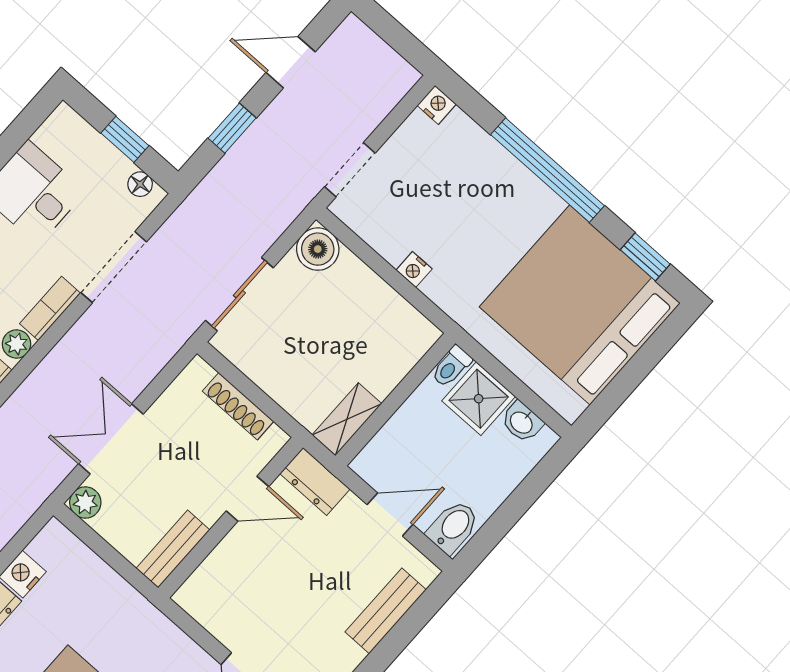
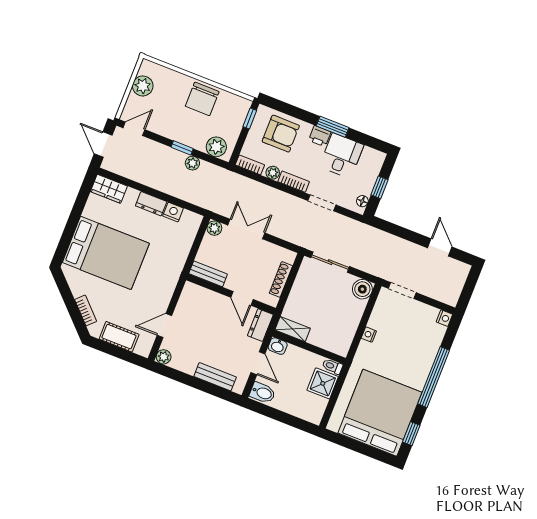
window: (232, 128) -> (402, 232), removed
doorway: (114, 267) -> (322, 203), width x0.73
washbasin: (522, 422) -> (278, 346), moved, turned -90

